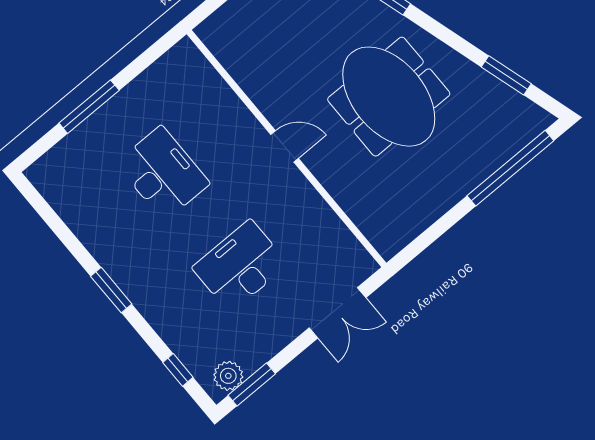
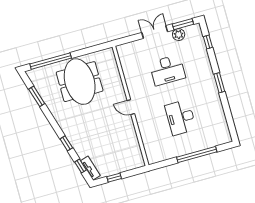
meeting table: (389, 97) -> (80, 82), moved
window: (89, 107) -> (197, 155), width x1.46
double door: (338, 313) -> (155, 32), moved
plant: (228, 376) -> (179, 35), moved

